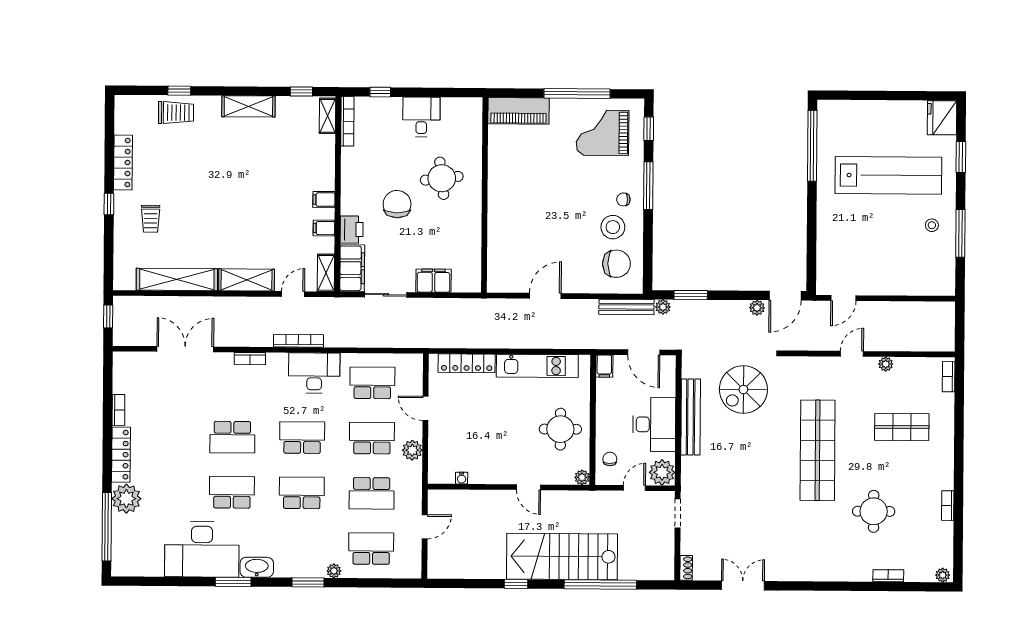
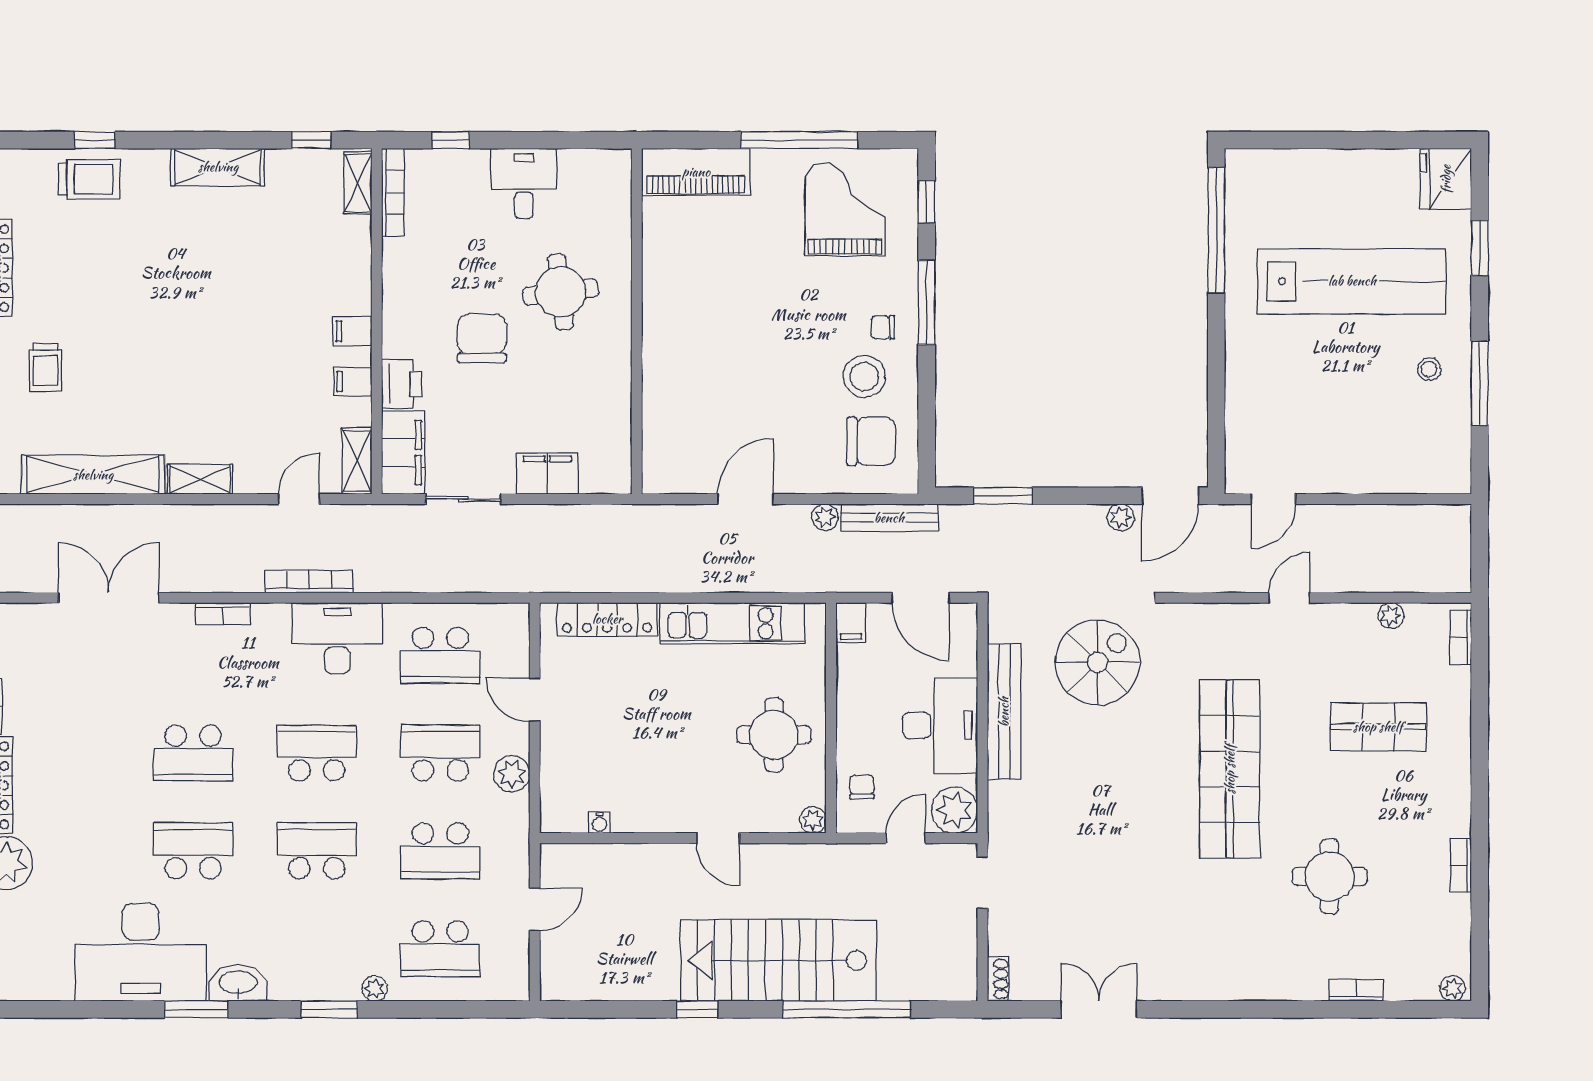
grand piano: (603, 133) -> (845, 210), turned 90
shelving: (247, 280) -> (200, 479), width x0.67, depth x0.75
plant: (663, 307) -> (825, 517), moved
plant: (886, 364) -> (1391, 616), moved
school desk: (372, 383) -> (440, 655), turned 180
spiral stairs: (743, 390) -> (1097, 662), turned 180
school desk: (371, 549) -> (440, 949), turned 180

